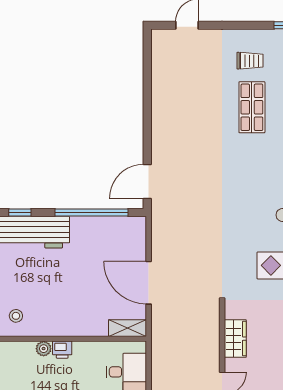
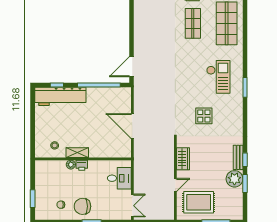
shelving: (128, 328) -> (77, 153), moved

